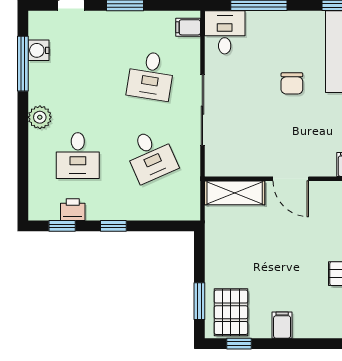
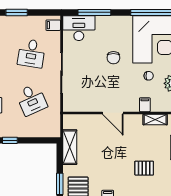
desk: (225, 32) -> (79, 28), width x1.37
shelving: (235, 193) -> (70, 147), moved, turned 90

